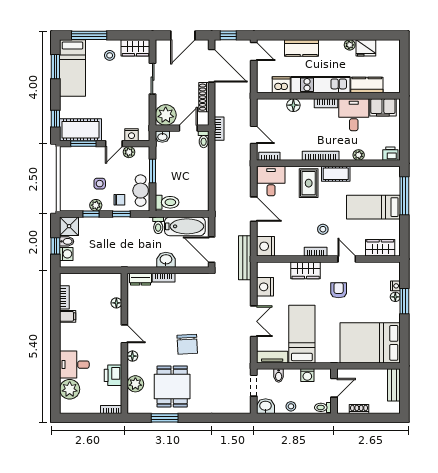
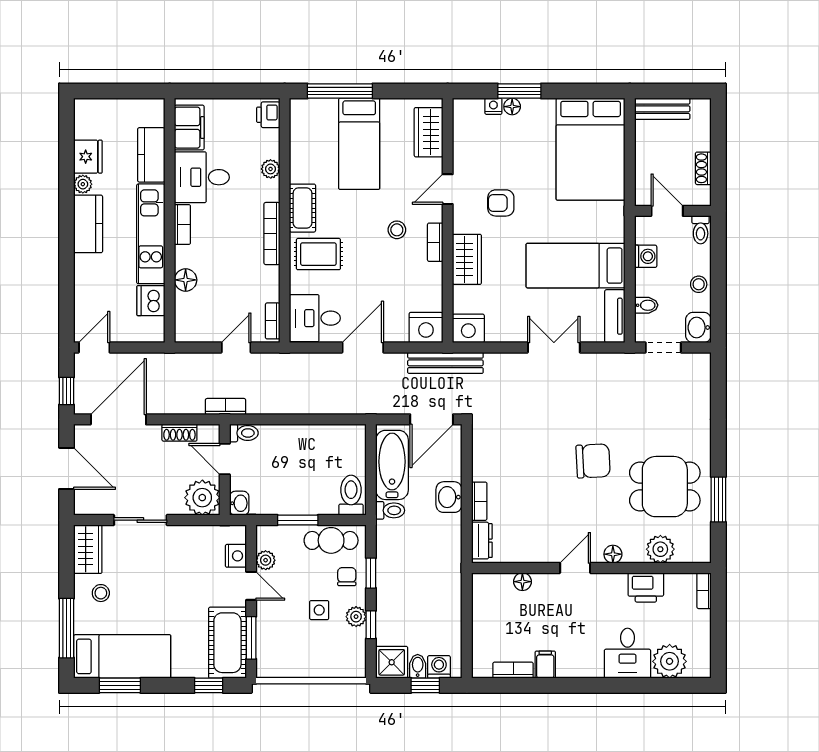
kitchen counter: (301, 48) -> (88, 224), moved
shoe rack: (204, 97) -> (179, 433), width x0.70
nightstand: (265, 287) -> (468, 328), moved

